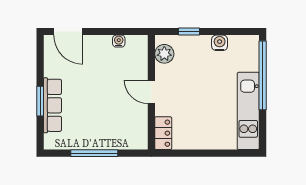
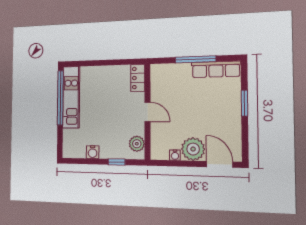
plant: (98, 48) -> (193, 149), added
window: (263, 75) -> (60, 98), moved
row of seats: (52, 105) -> (216, 69), moved, turned -90

